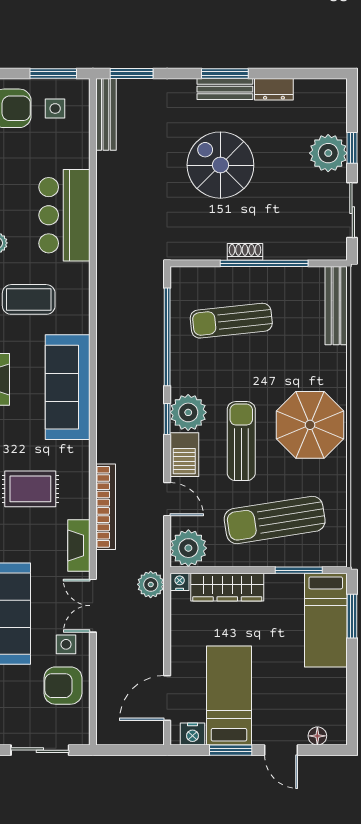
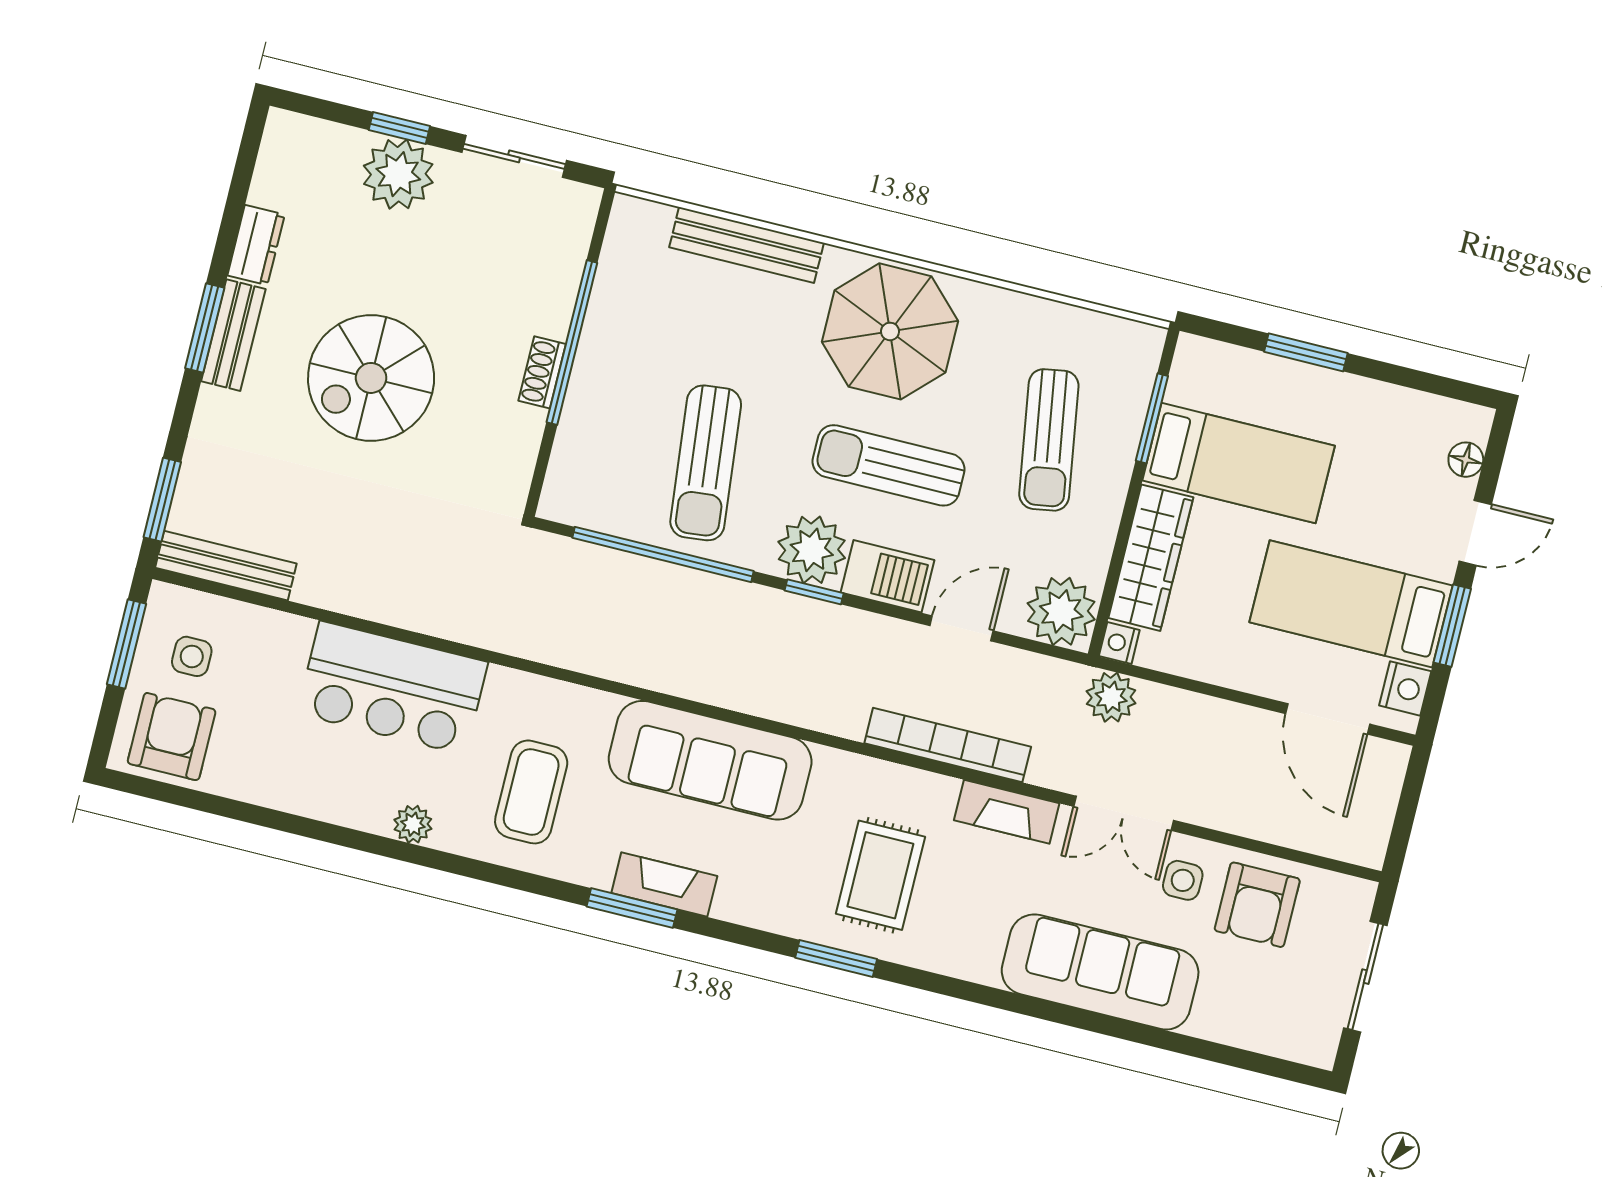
bench: (336, 306) -> (747, 245), moved
sun lounger: (231, 321) -> (706, 463), moved
sun lounger: (275, 520) -> (1049, 440), width x0.73, depth x0.75
window: (352, 616) -> (1306, 352), moved
bed: (326, 620) -> (1239, 463), moved

